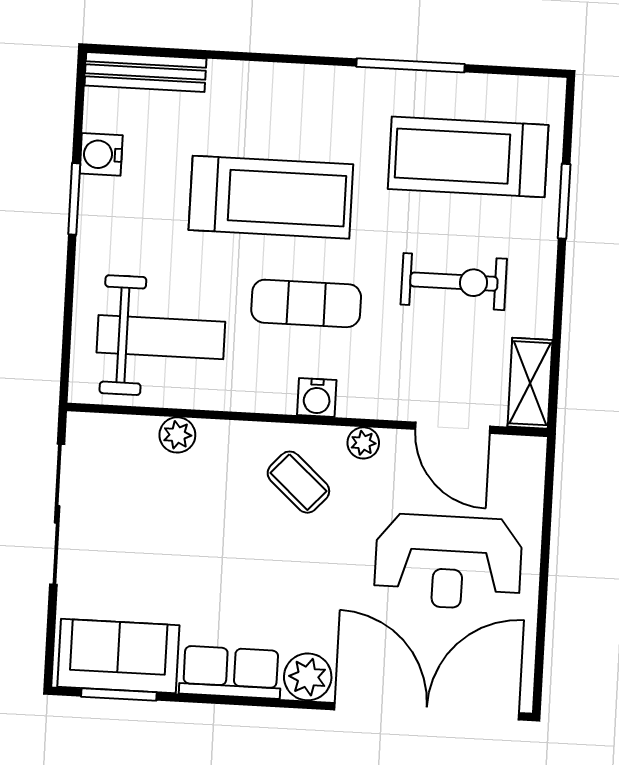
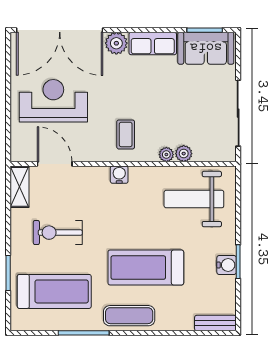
bench: (145, 72) -> (215, 323), width x0.73
water cooler: (101, 154) -> (227, 265), moved
exercise mat: (306, 303) -> (129, 316), moved
plant: (363, 443) -> (166, 155), moved
coffee table: (298, 482) -> (126, 134), turned 48

